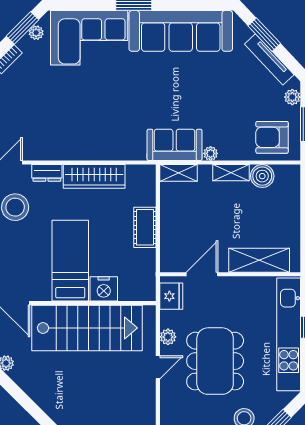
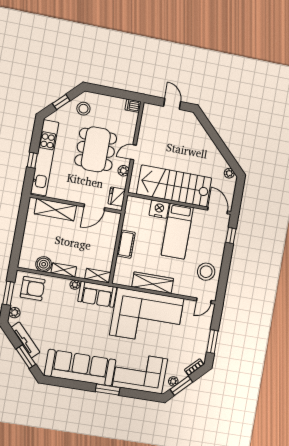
corner sofa: (94, 124) -> (147, 317), added
dresser: (47, 173) -> (182, 290), removed

